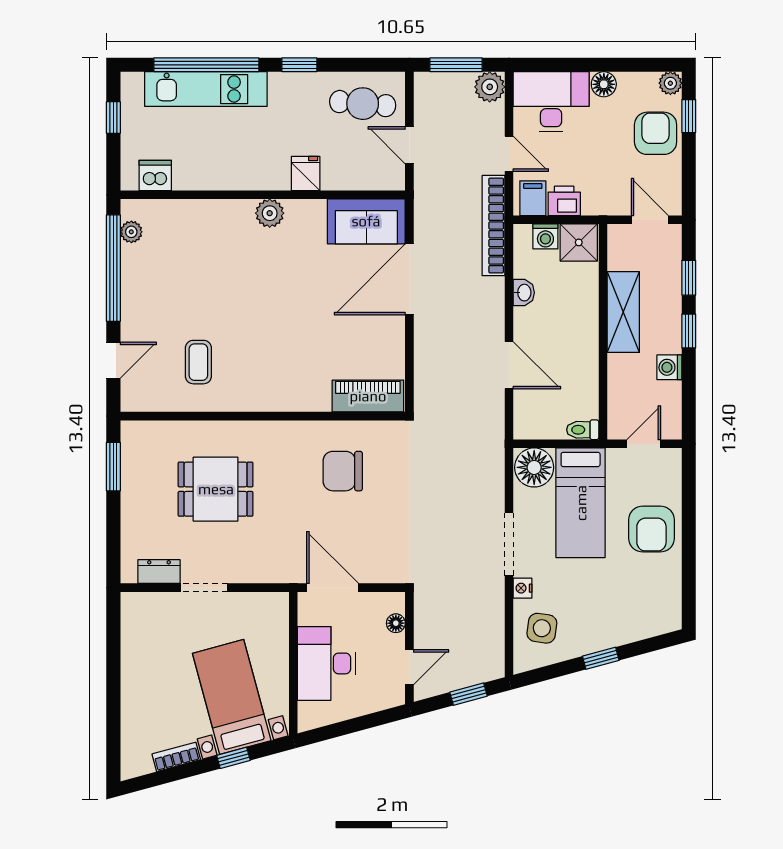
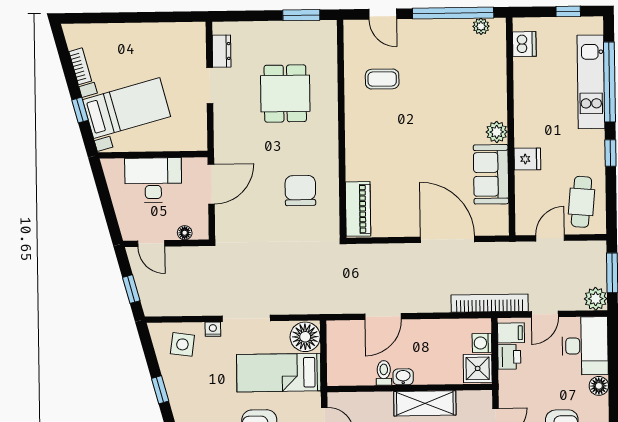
sofa: (366, 221) -> (491, 174), moved
washbasin: (524, 293) -> (403, 377), moved, turned 180
toilet: (583, 430) -> (384, 373), moved

